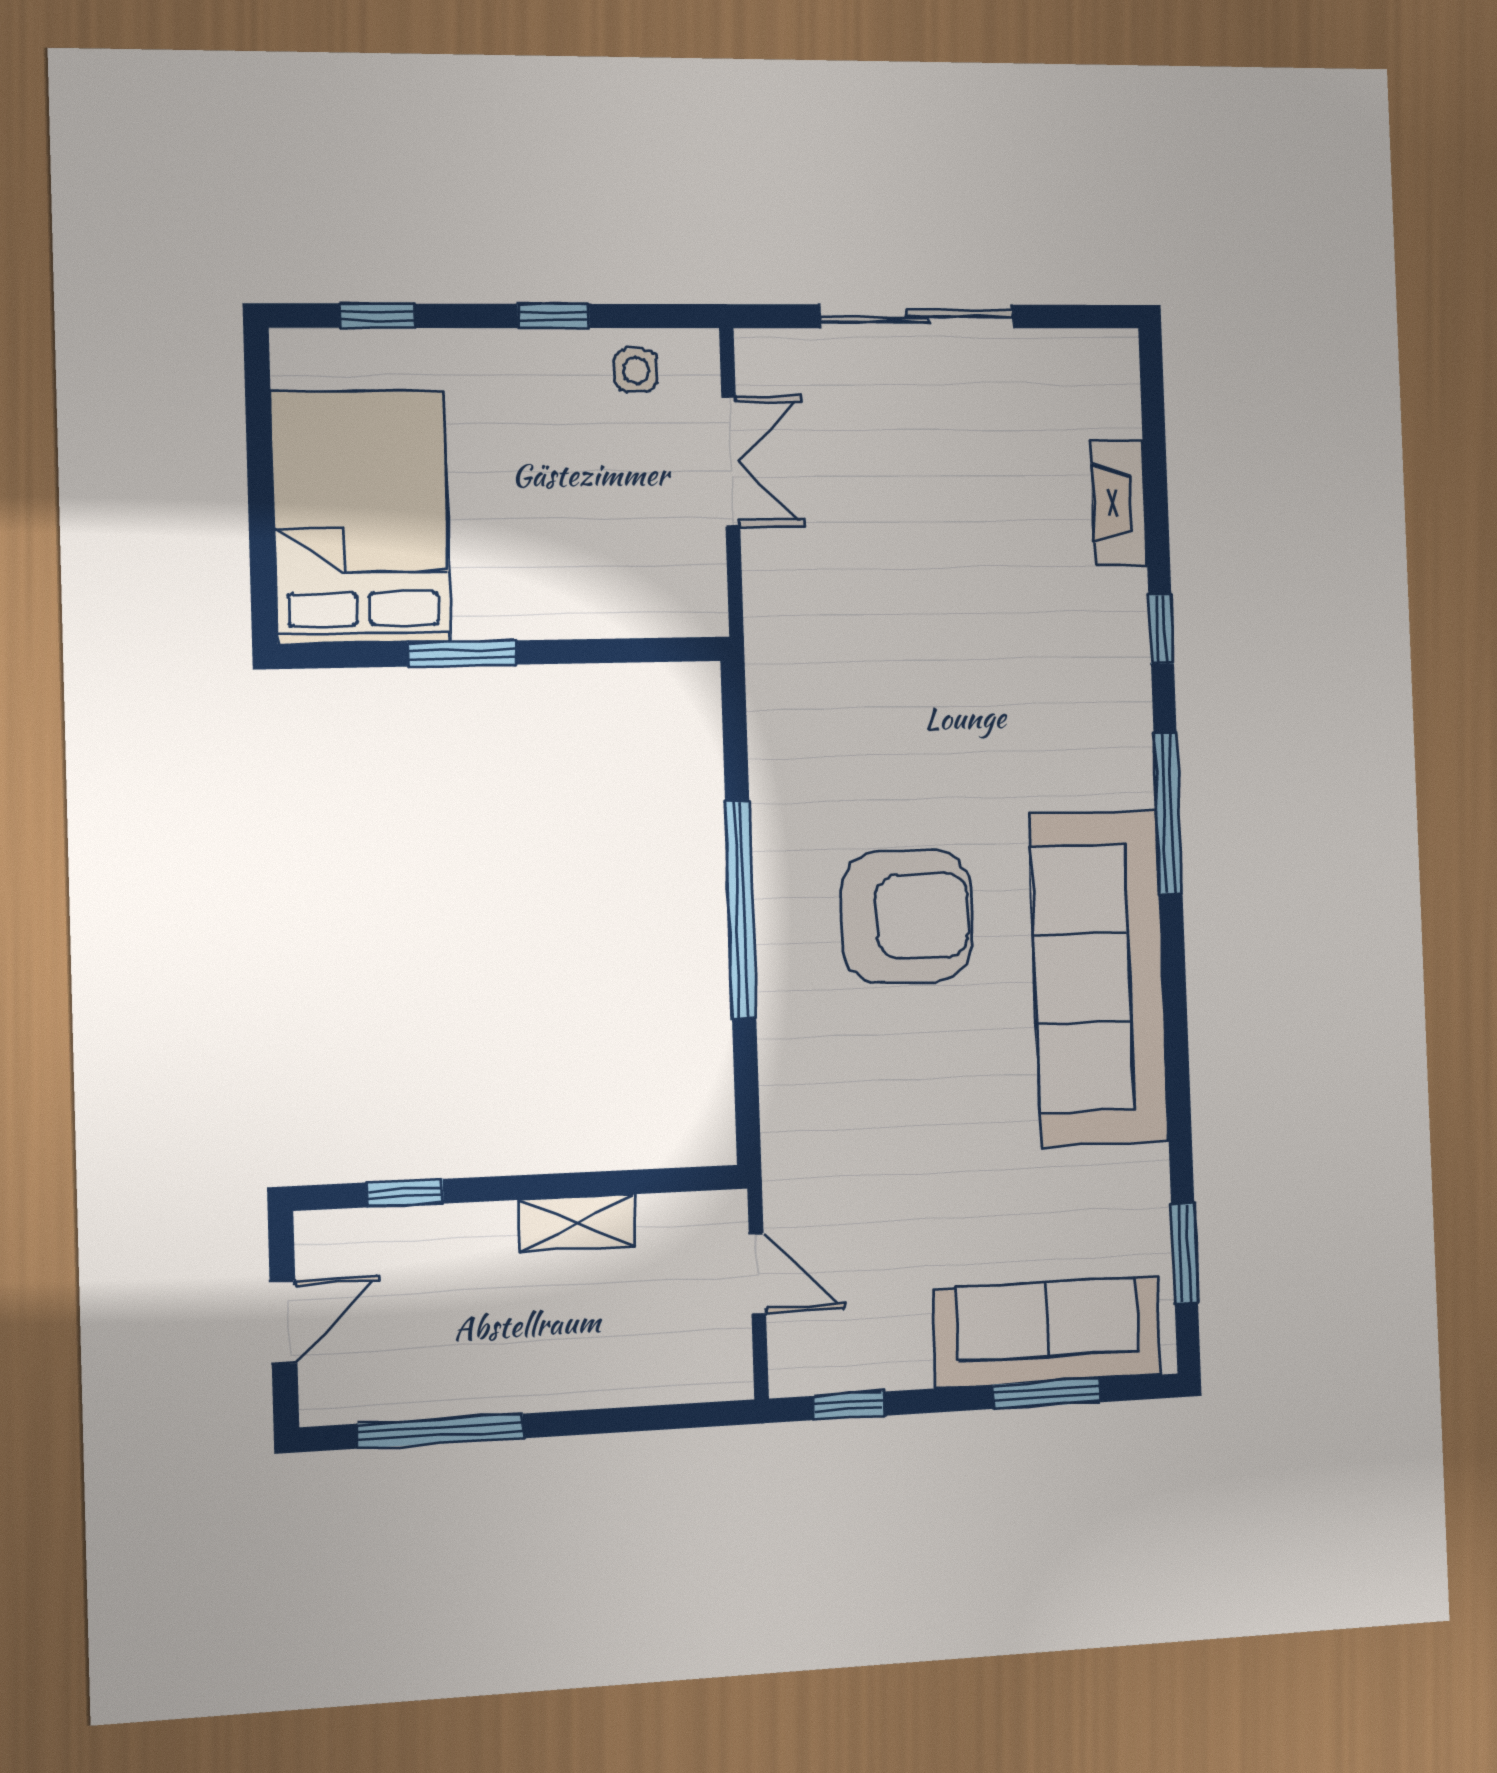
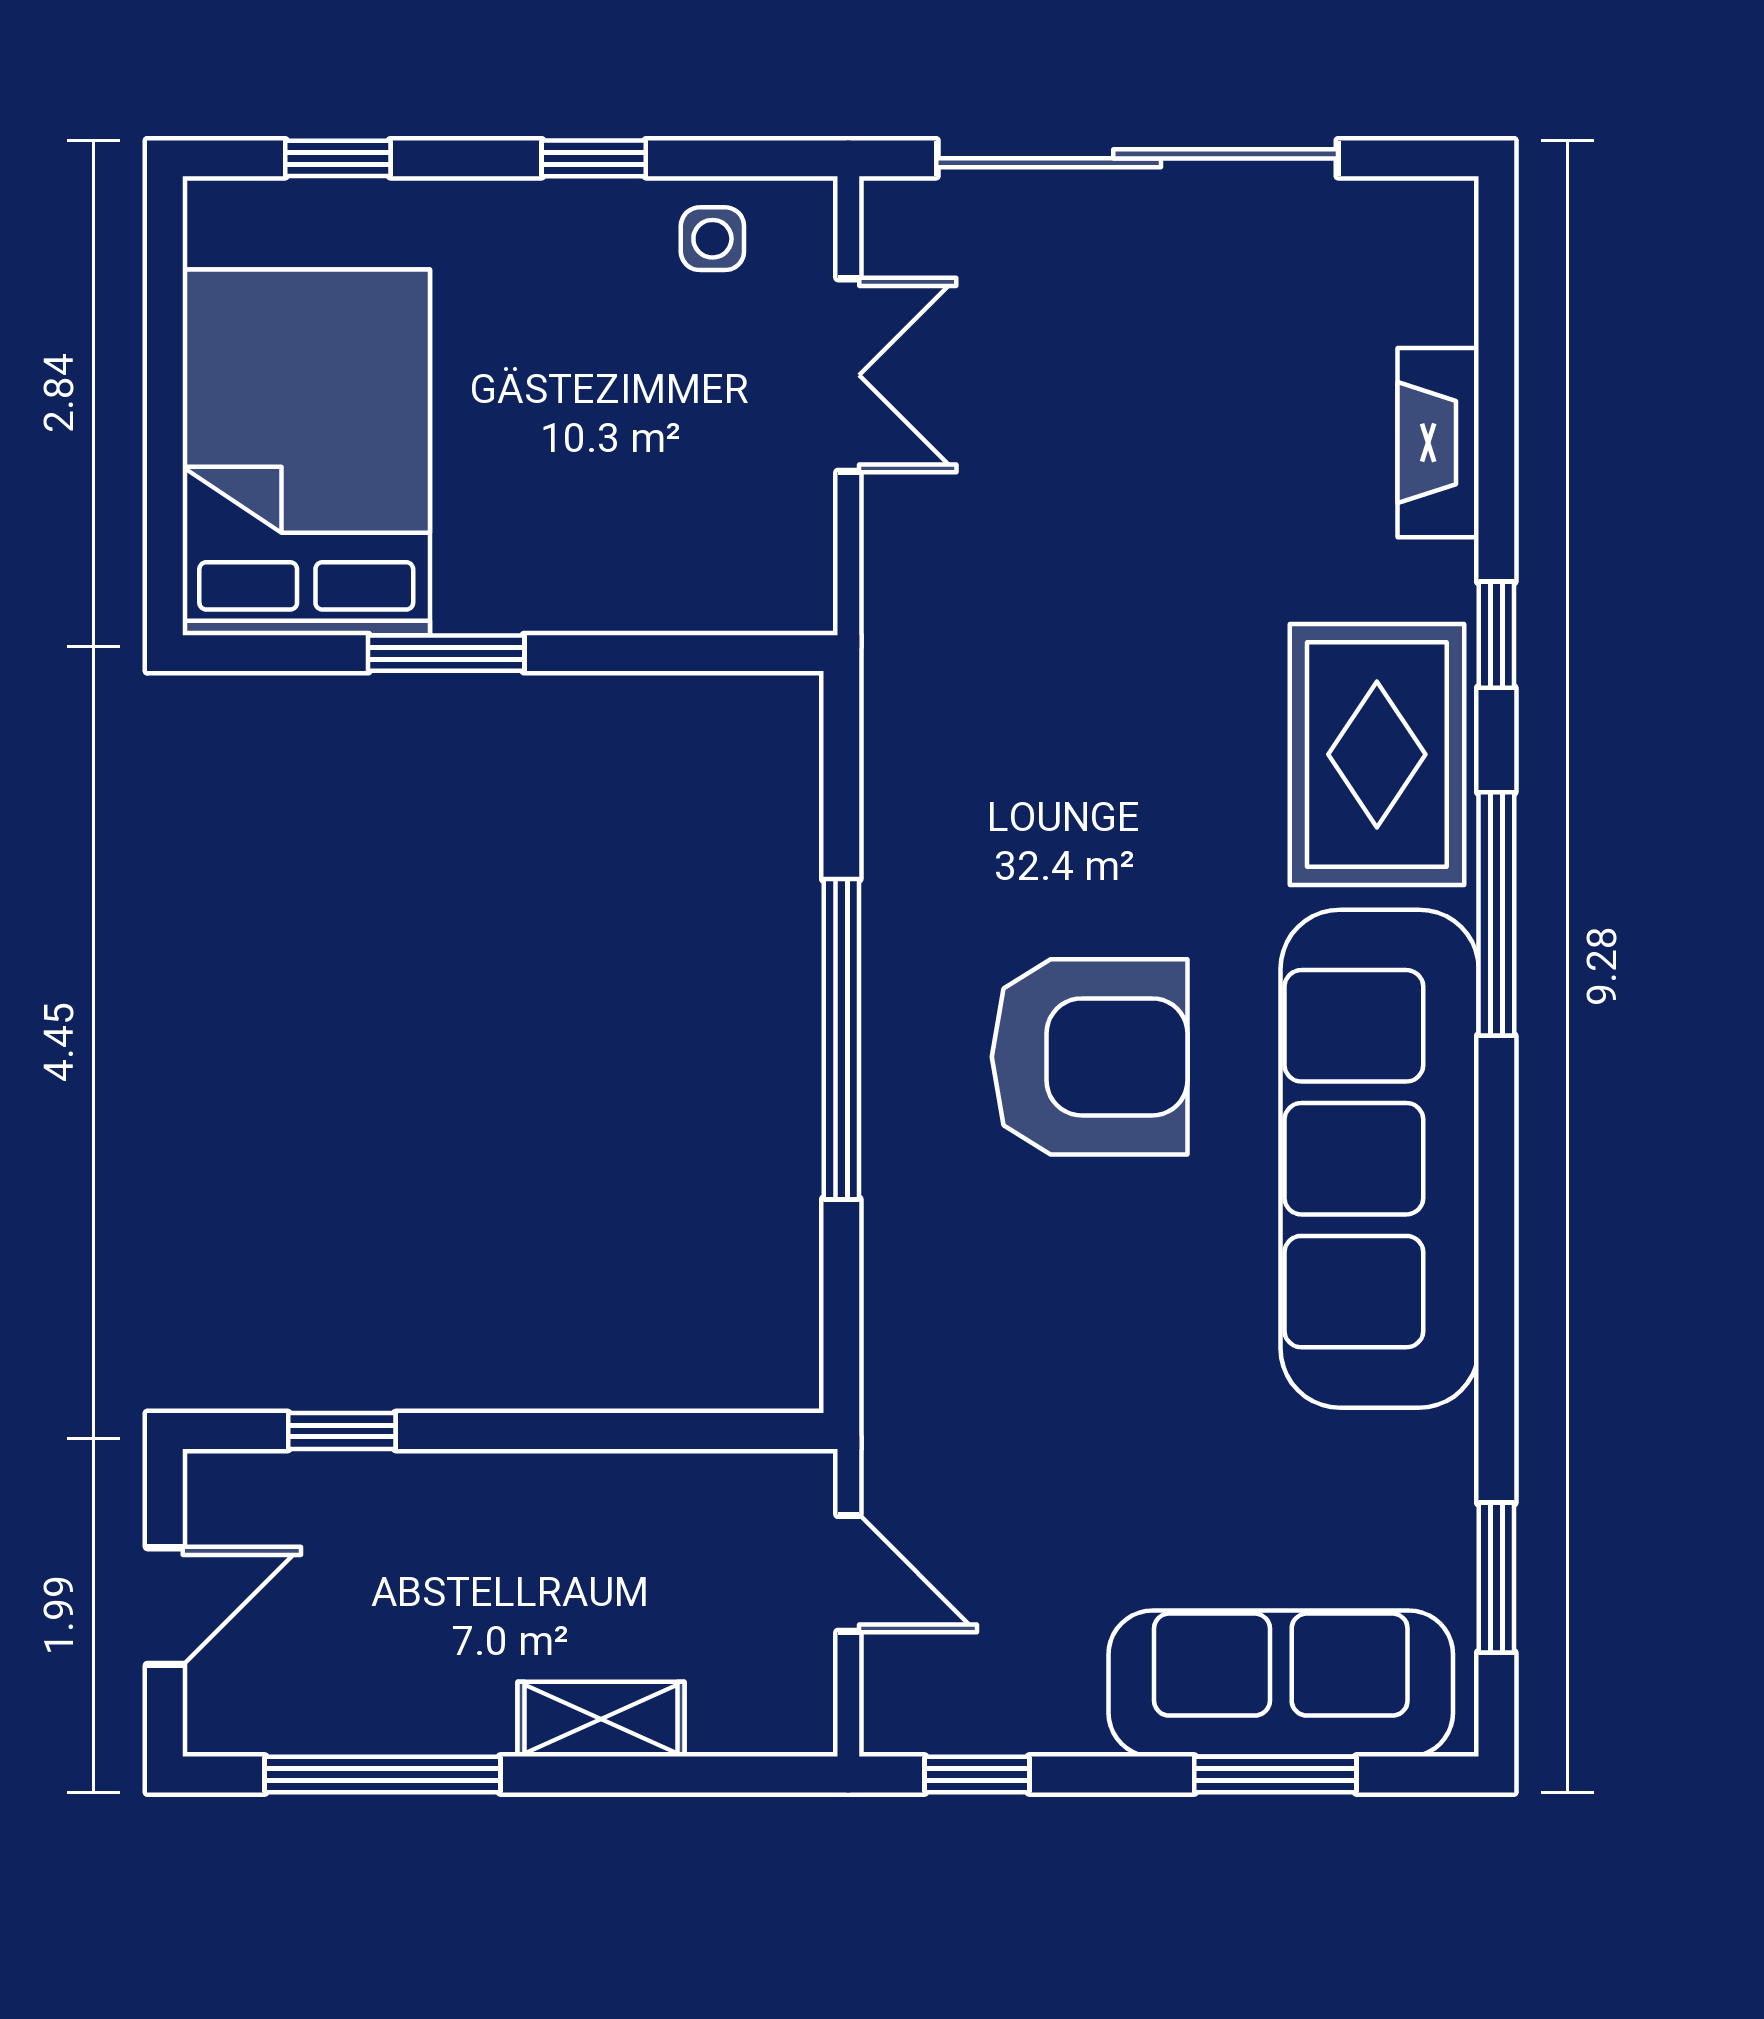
sliding door: (917, 316) -> (1137, 158), width x1.36
rug: (1087, 709) -> (1377, 754), added
shelving: (577, 1223) -> (601, 1719), moved

